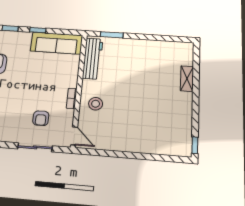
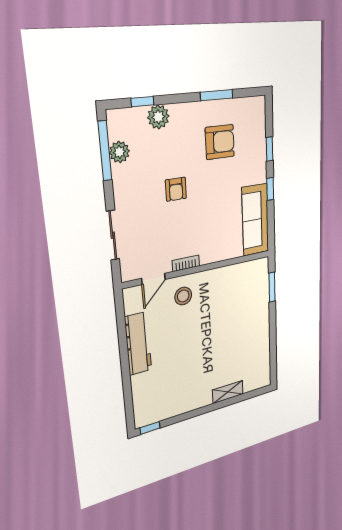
workbench: (93, 58) -> (138, 344), moved, turned -90
armchair: (41, 118) -> (176, 189), moved, turned -90
door: (74, 136) -> (153, 279), moved

